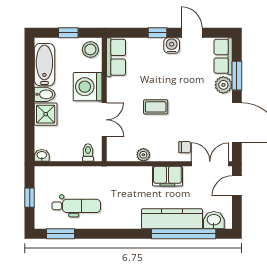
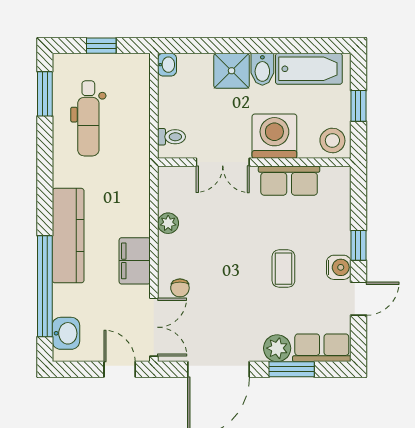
row of seats: (116, 57) -> (289, 181), moved
coffee table: (156, 107) -> (283, 269), moved
kitchen counter: (172, 219) -> (68, 236), moved

